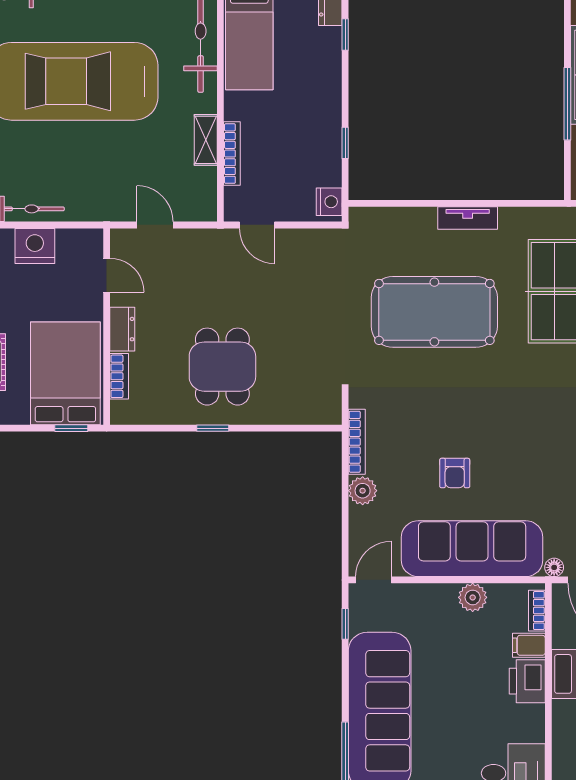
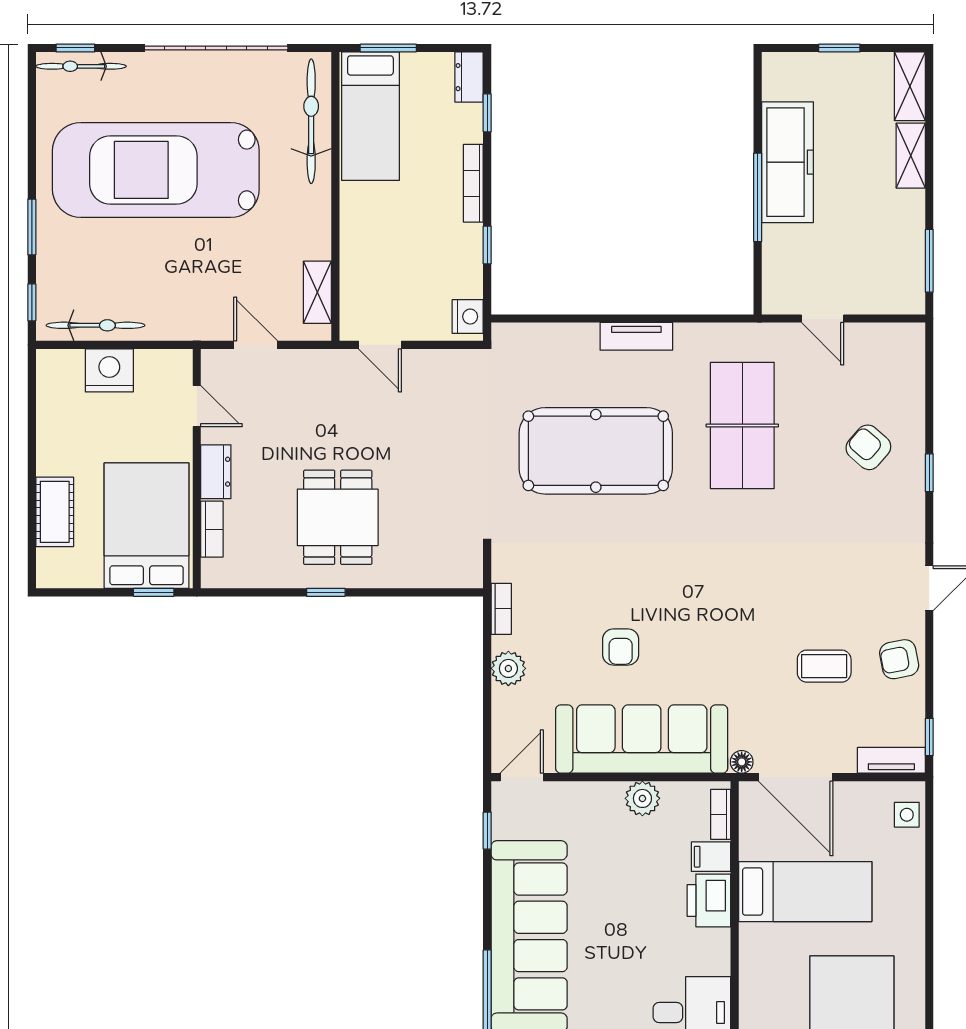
shelving: (206, 140) -> (317, 292), moved
bookcase: (232, 154) -> (473, 183), moved, turned 180
bookcase: (357, 442) -> (501, 609), width x0.64

